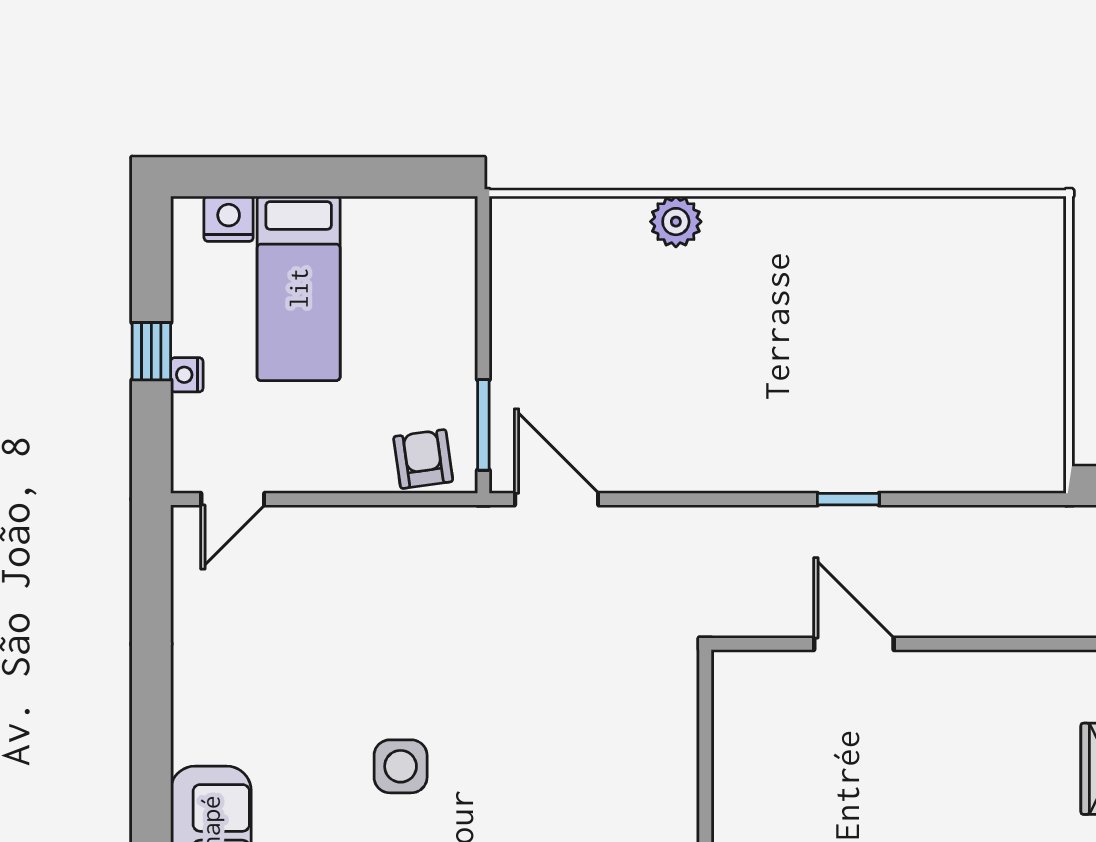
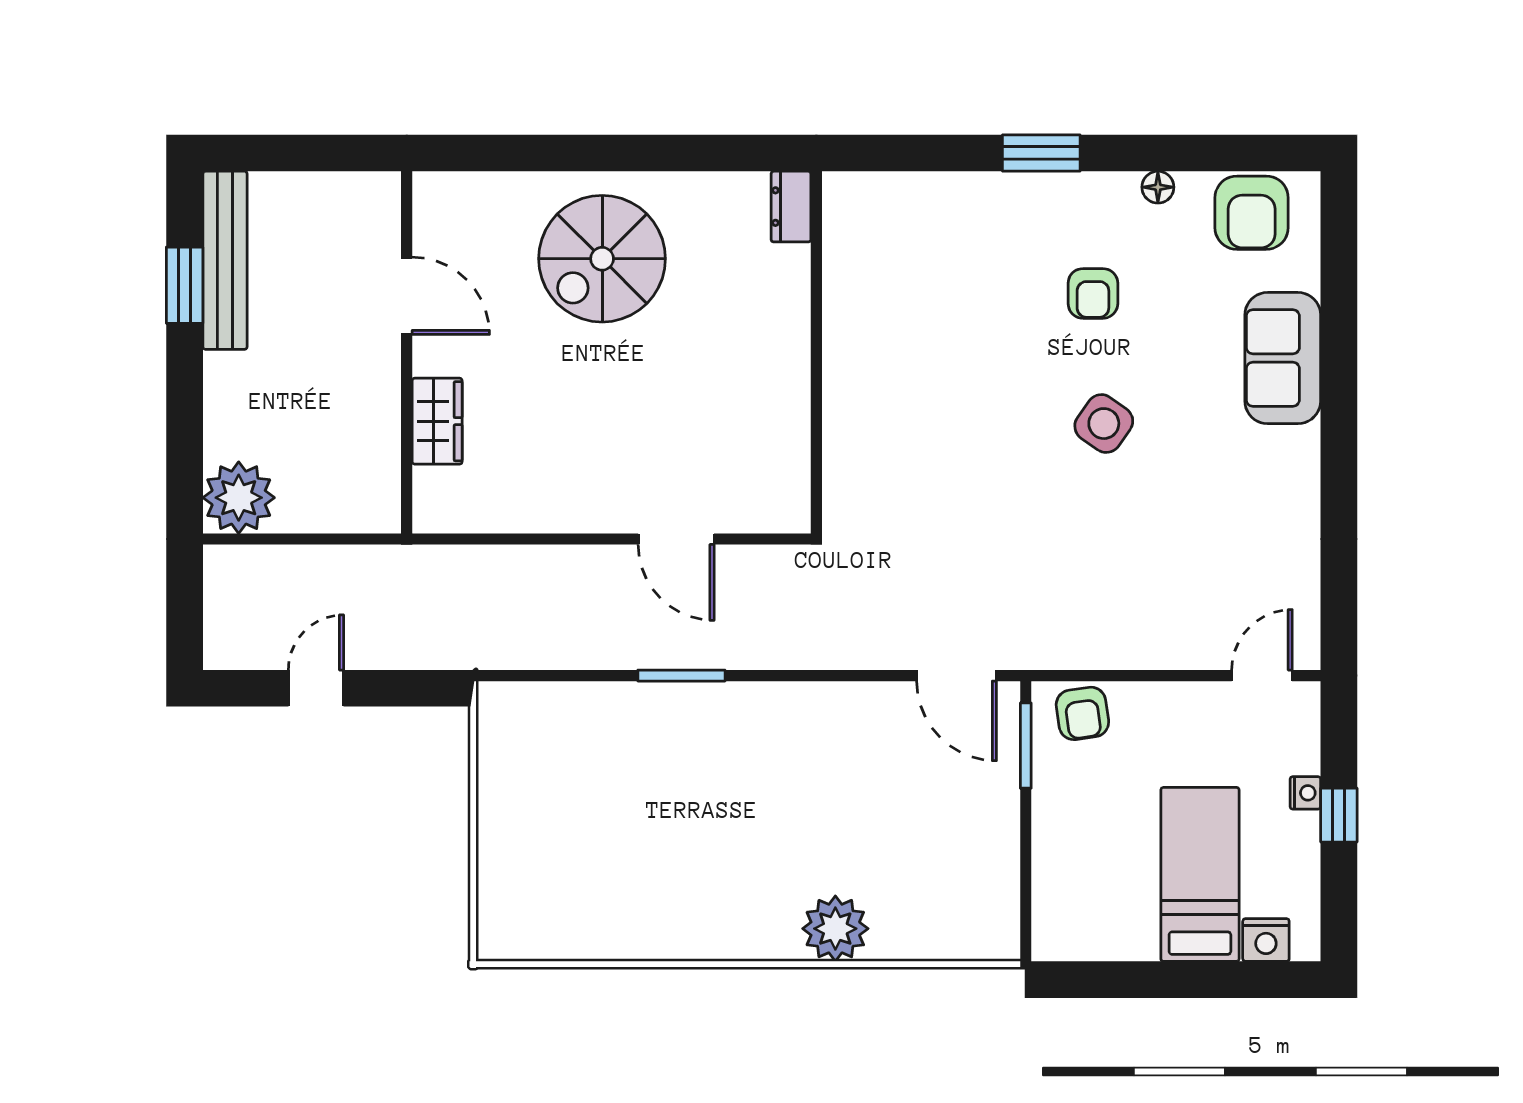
plant: (676, 222) -> (835, 929), width x1.36, depth x1.36
window: (848, 499) -> (681, 676), width x1.50
side table: (401, 766) -> (1104, 424), turned 35

